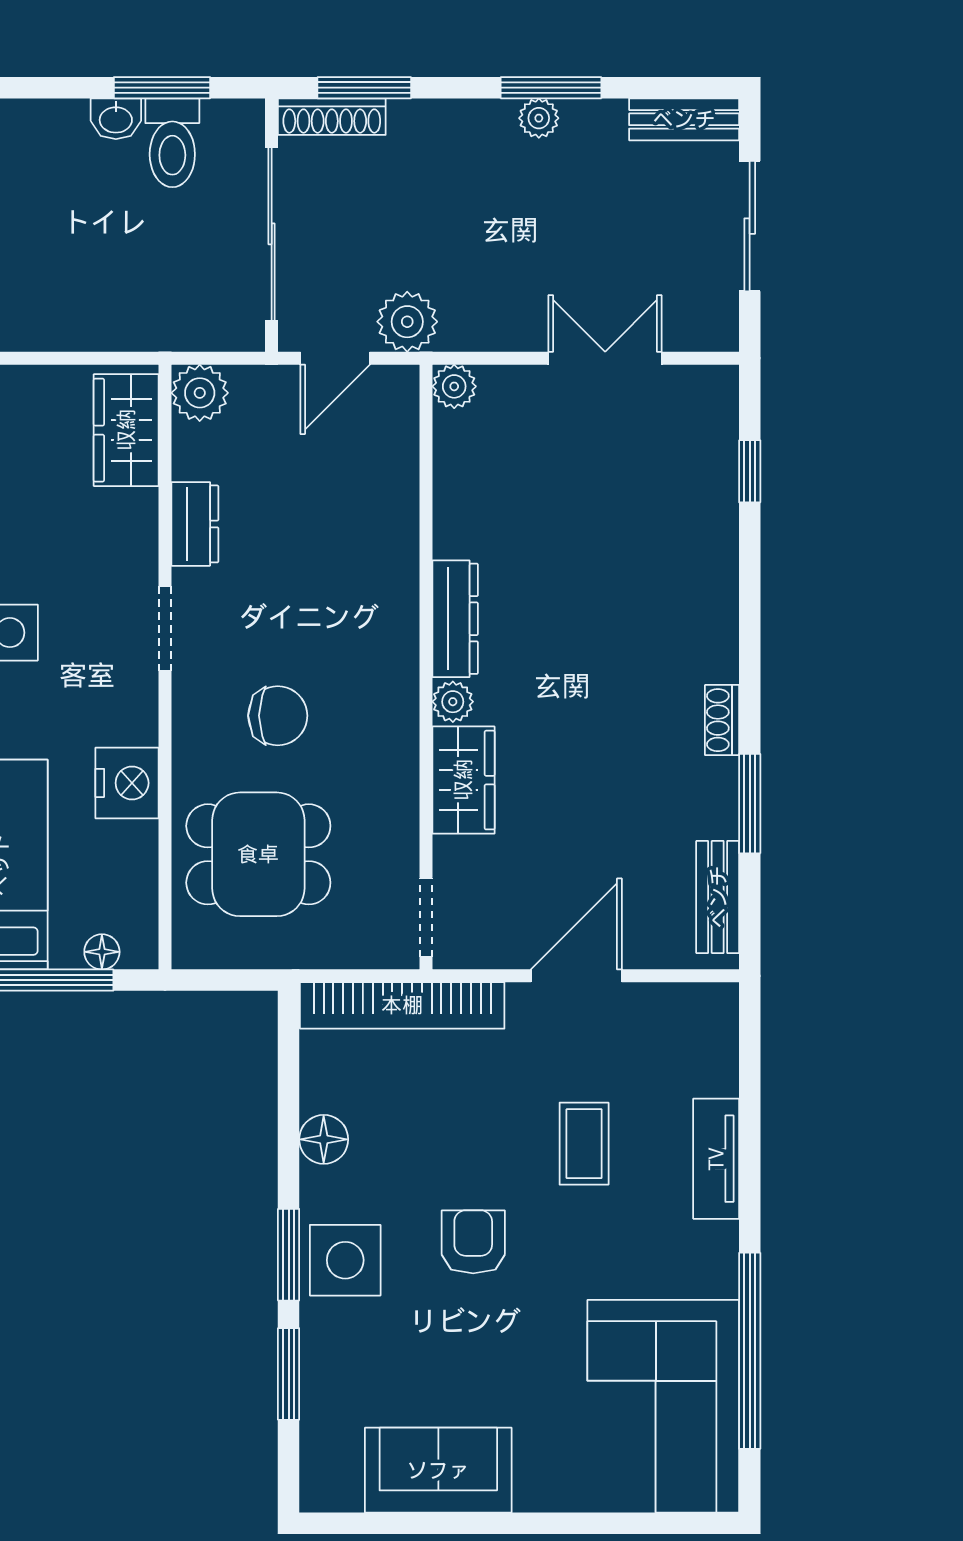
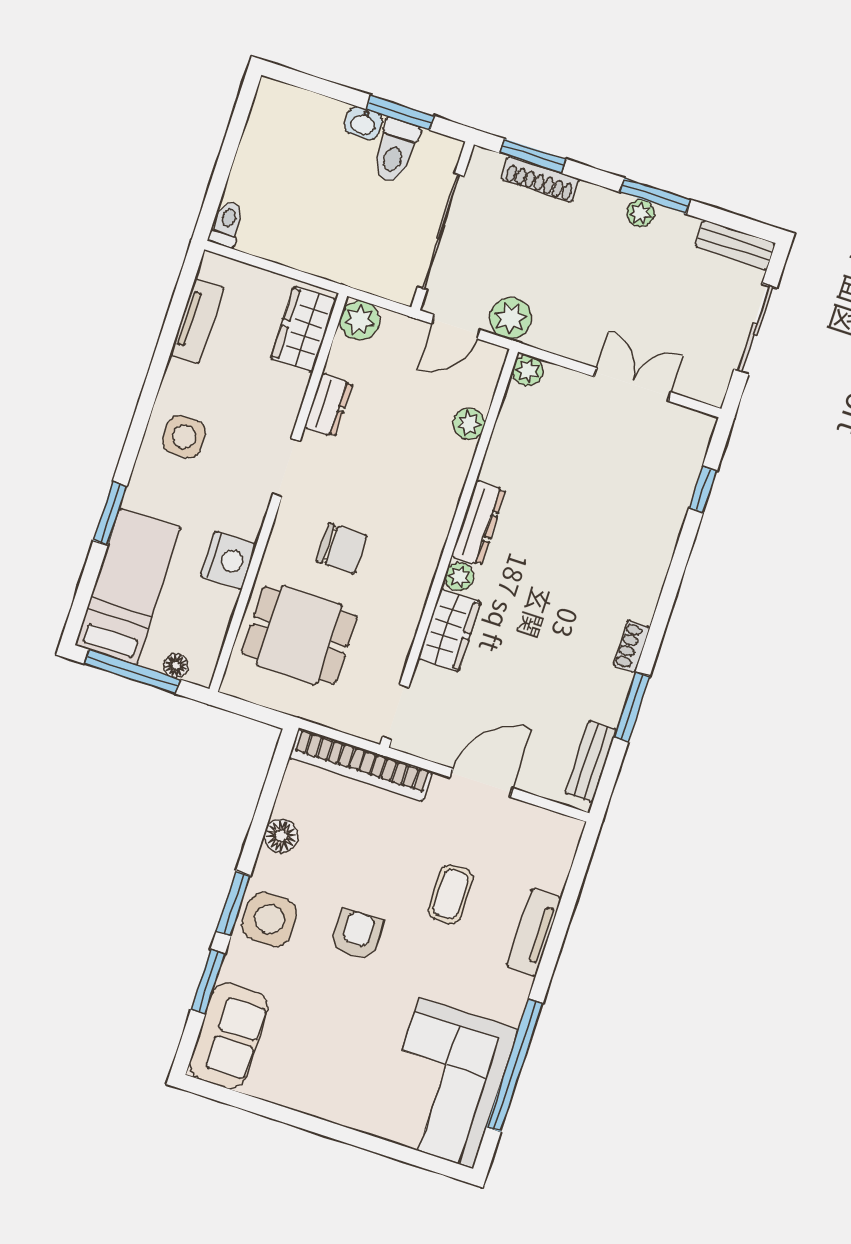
shoe rack: (332, 117) -> (540, 179), moved
plant: (397, 486) -> (469, 424), added
sofa: (438, 1470) -> (229, 1036), moved, turned 90

